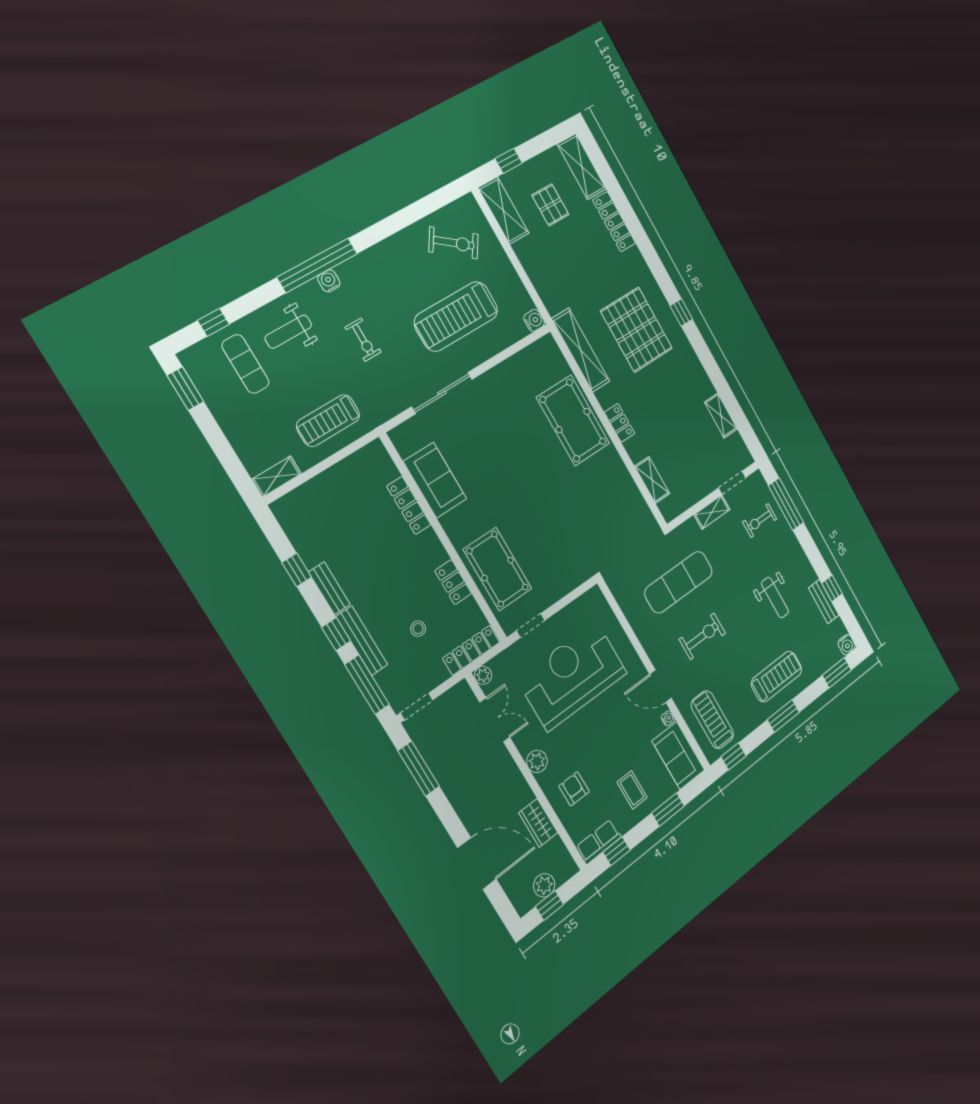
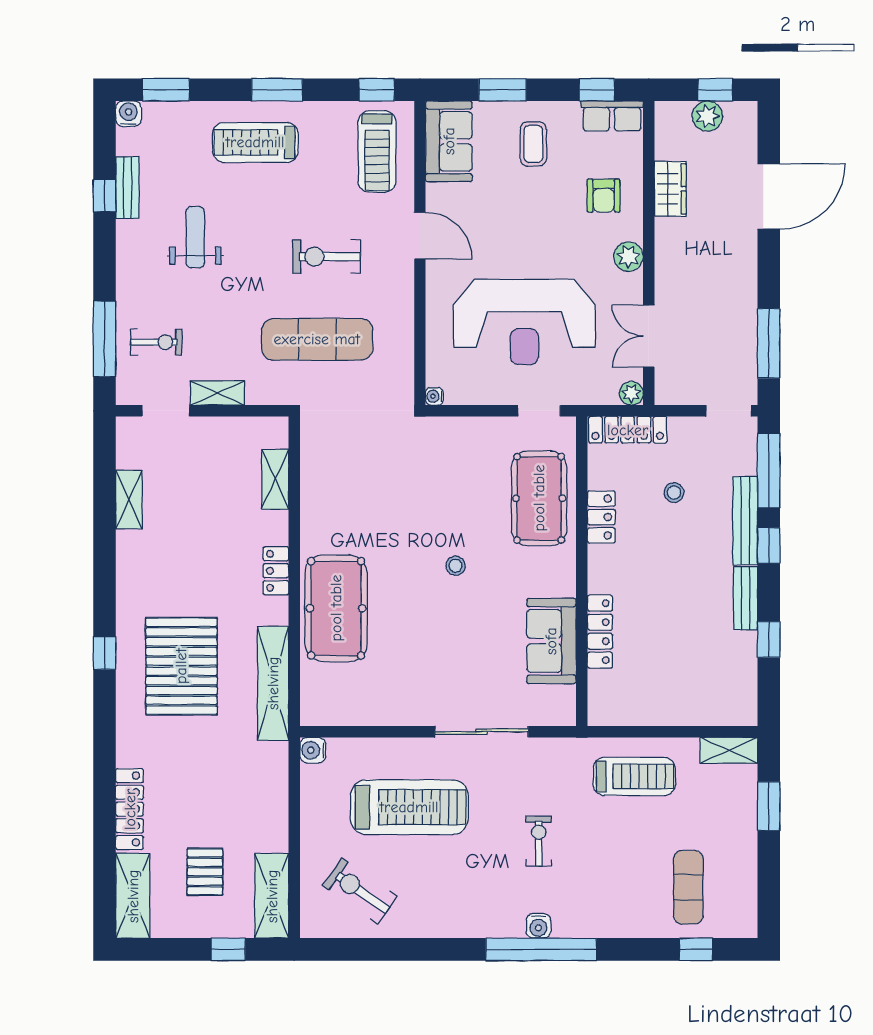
weight bench: (288, 332) -> (619, 896), removed
window: (185, 389) -> (769, 806), moved
stool: (521, 492) -> (456, 566), added
water cooler: (668, 718) -> (434, 396), moved
door: (477, 863) -> (769, 197), swing flipped

